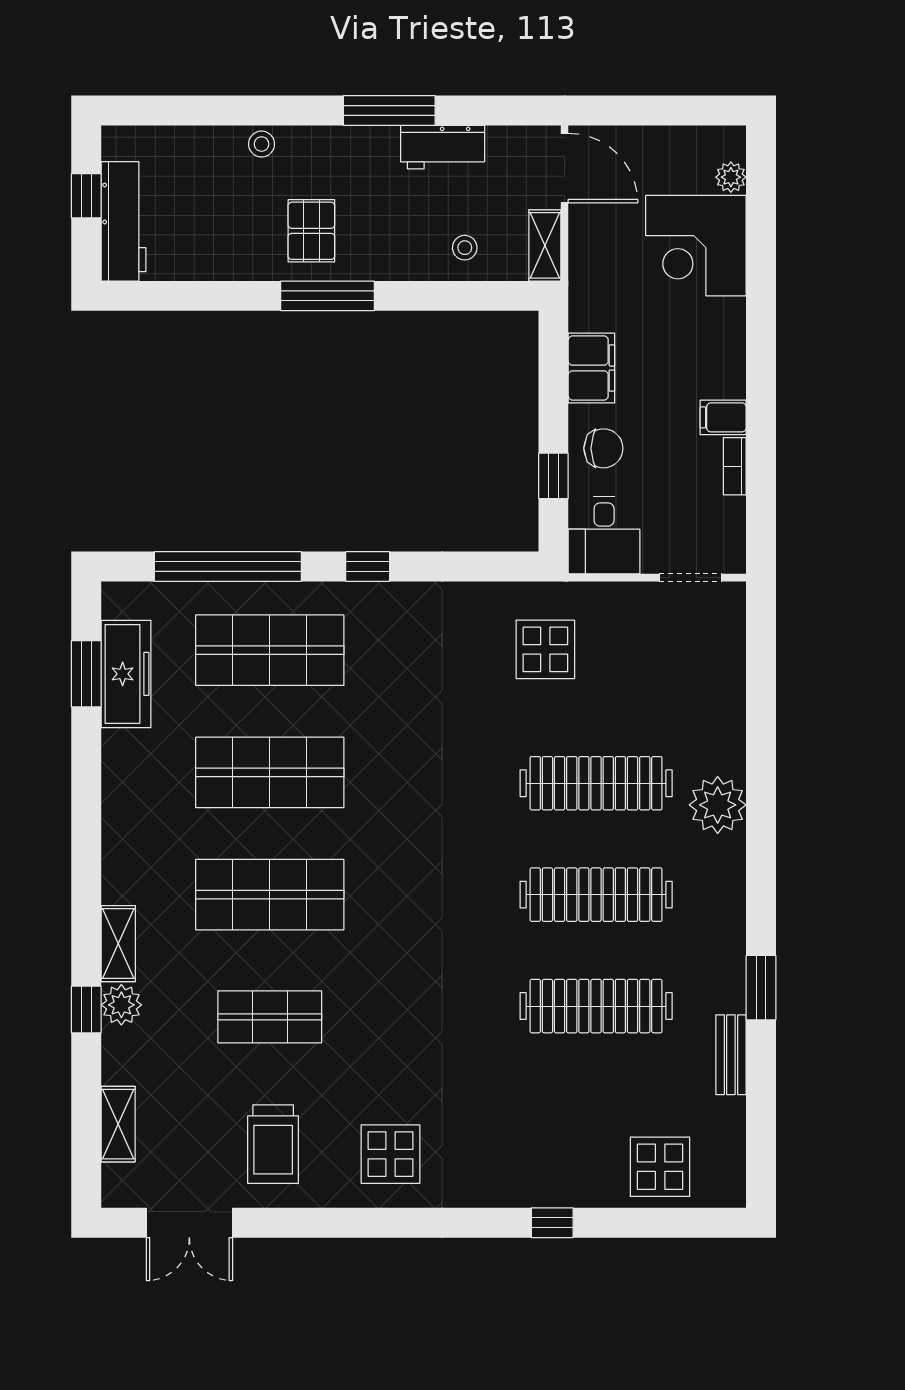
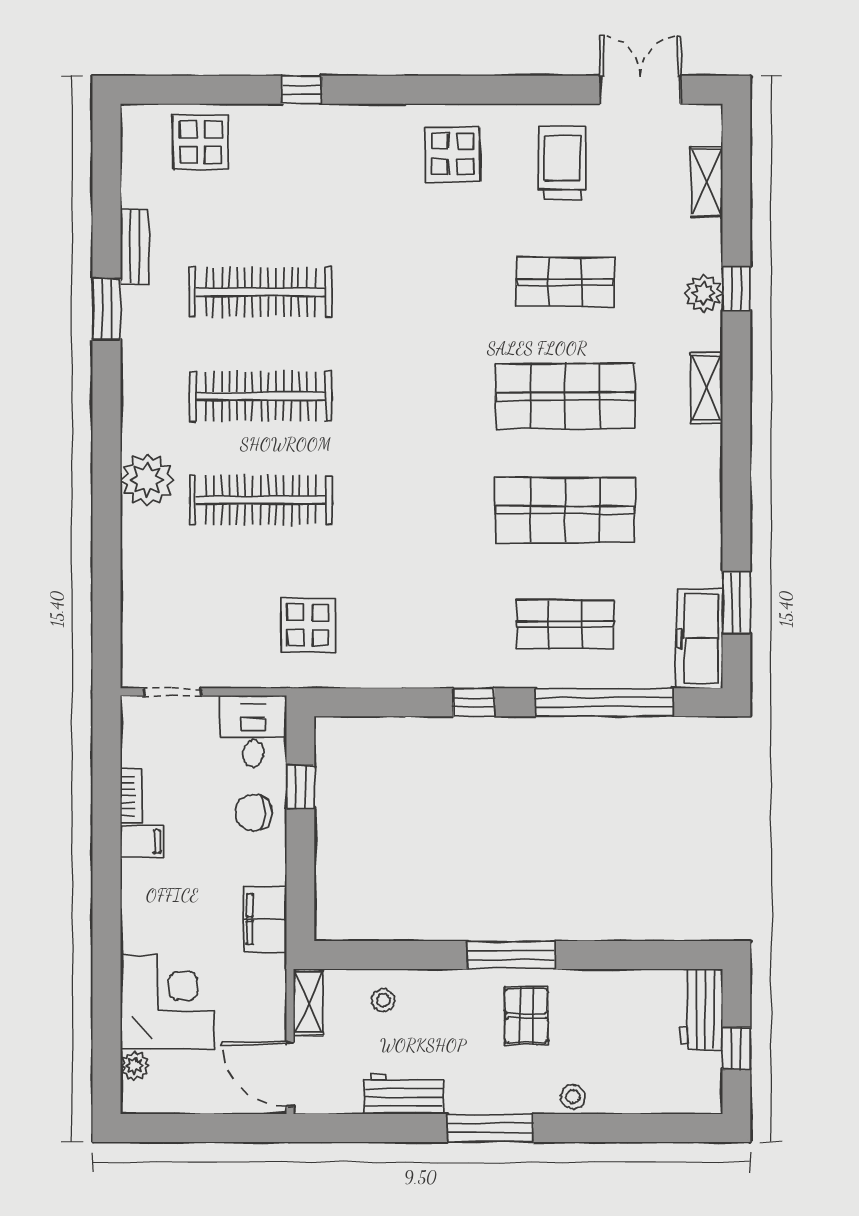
window: (389, 111) -> (490, 1128), moved
workbench: (124, 221) -> (702, 1009), width x0.73
filing cabinet: (591, 368) -> (265, 919), moved
shop shelf: (270, 650) -> (565, 624), width x0.70, depth x0.74
freezer: (126, 674) -> (699, 638), moved
shelving: (118, 944) -> (707, 388), moved

